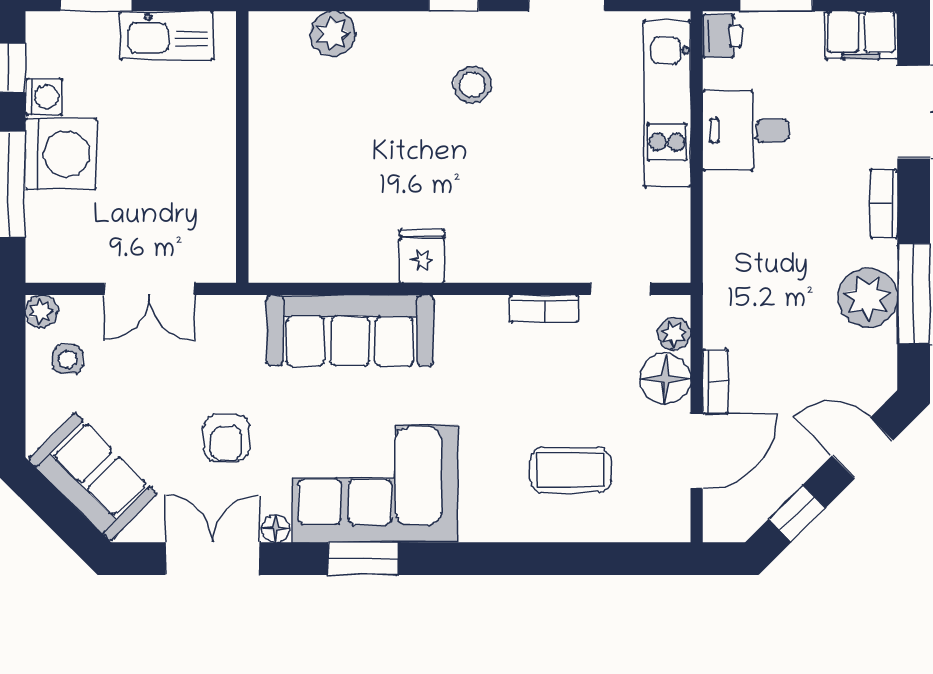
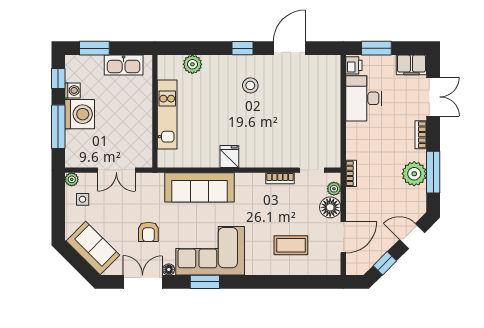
kitchen unit: (667, 104) -> (167, 115), moved, turned 180
desk: (746, 131) -> (364, 98), width x1.37
bookcase: (715, 382) -> (351, 173), moved

